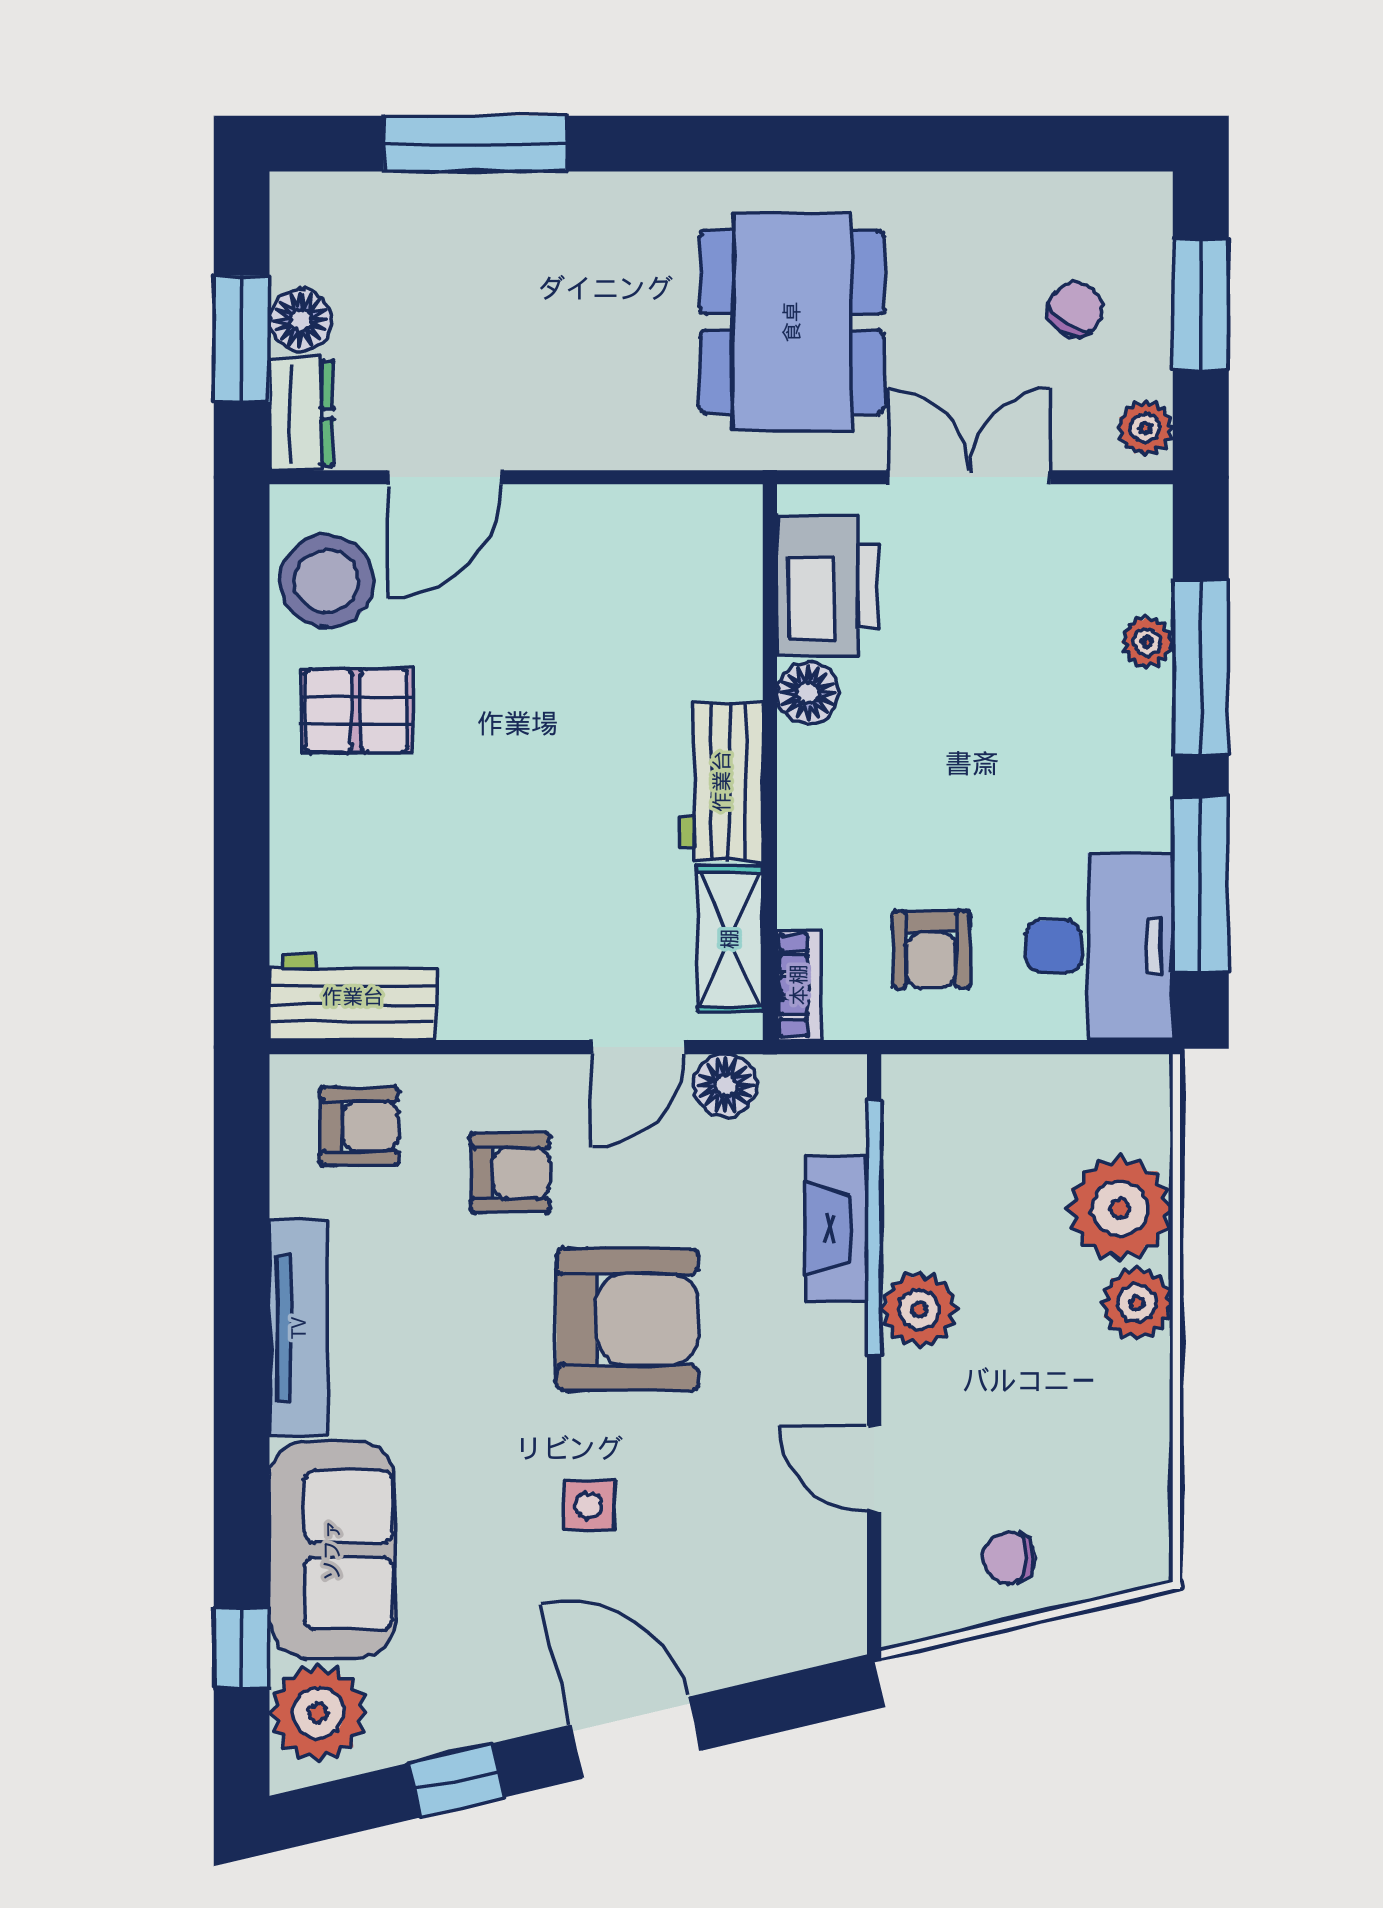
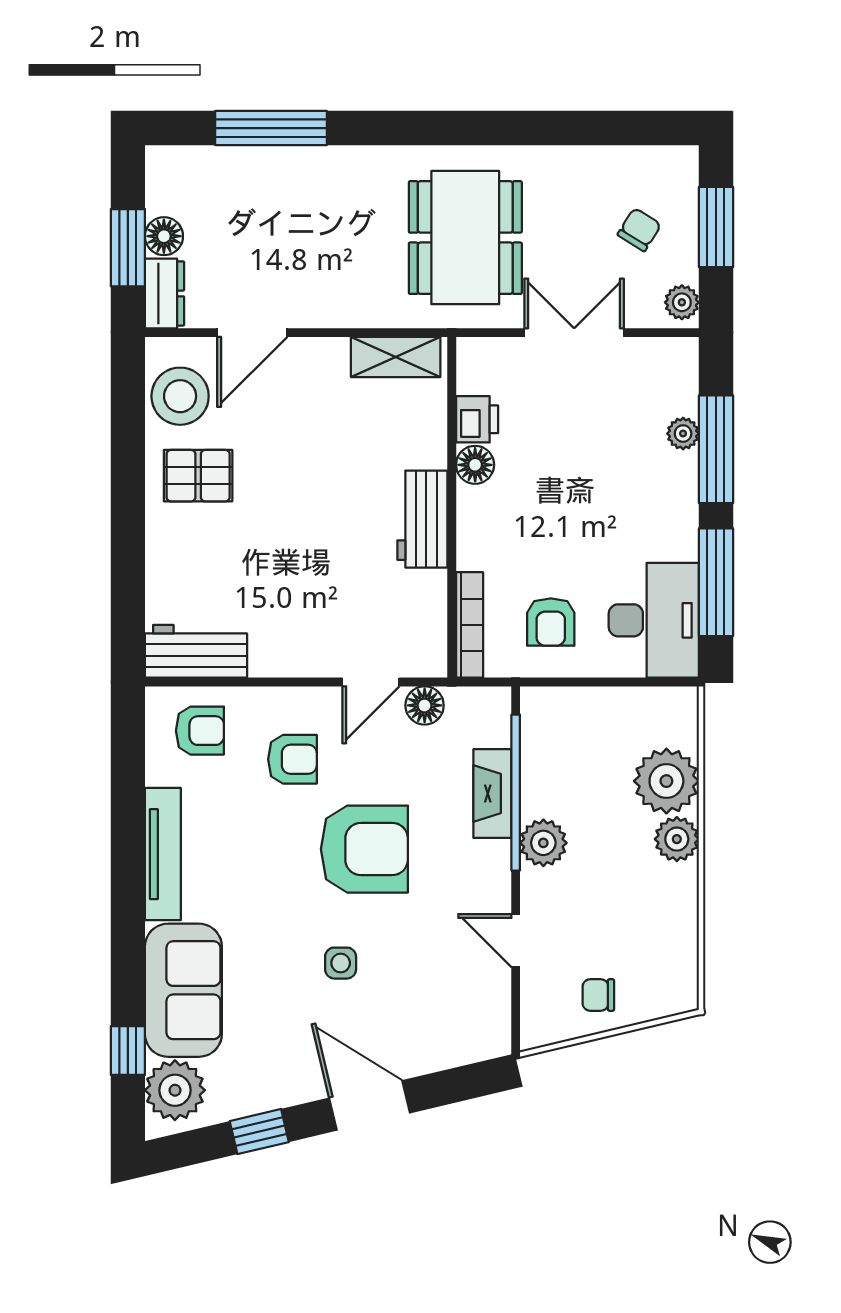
printer: (828, 586) -> (477, 419), width x0.53, depth x0.68
shelving: (730, 939) -> (396, 357), moved, turned 90
bookcase: (799, 985) -> (470, 625), width x1.56

